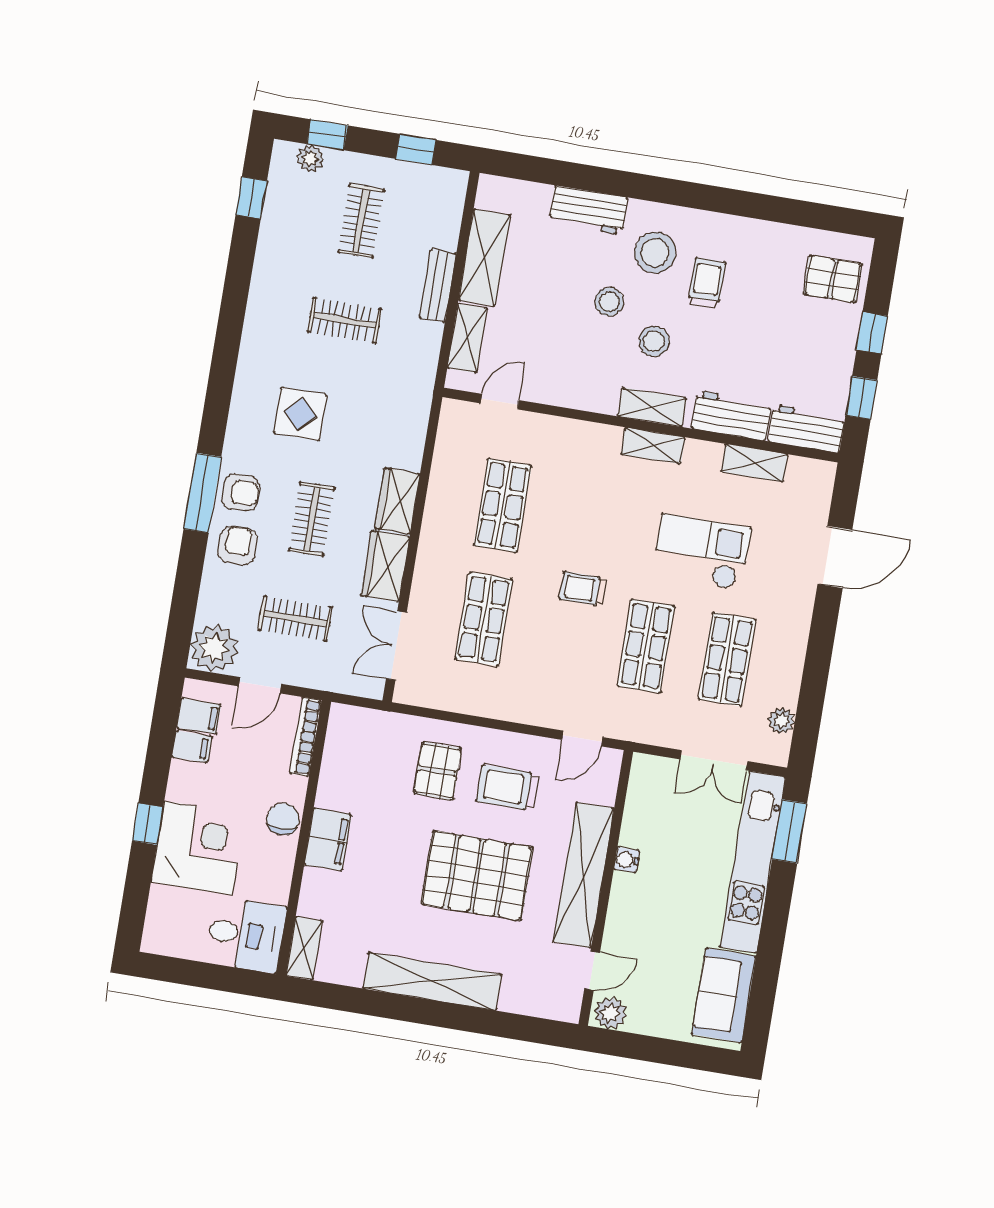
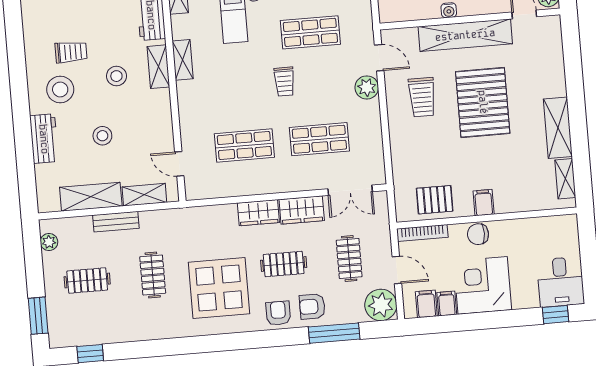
window: (327, 135) -> (38, 316), width x1.50
window: (416, 149) -> (33, 257), removed
plant: (310, 158) -> (49, 242), moved
trolley: (707, 283) -> (71, 52), turned 180
stool: (609, 302) -> (102, 136), moved
display table: (300, 414) -> (219, 288), width x1.86, depth x1.86
window: (202, 493) -> (334, 333), moved
plant: (543, 709) -> (367, 87), added
pallet: (437, 771) -> (435, 200), moved
window: (148, 824) -> (555, 315), moved
filing cabinet: (328, 839) -> (484, 203), width x0.50
corner desk: (198, 848) -> (483, 285), moved
desk: (246, 935) -> (561, 282), moved, turned 180
shelving: (304, 948) -> (565, 179), moved, turned 90
shelving: (432, 981) -> (558, 128), width x0.68

